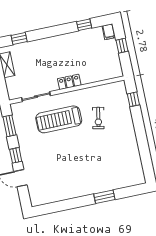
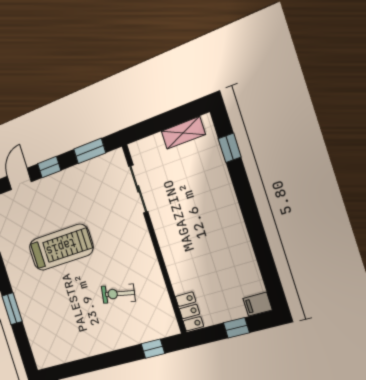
window: (84, 25) -> (265, 260), removed
locker: (69, 82) -> (189, 311), moved
treadmill: (59, 119) -> (61, 247), moved, turned 90

